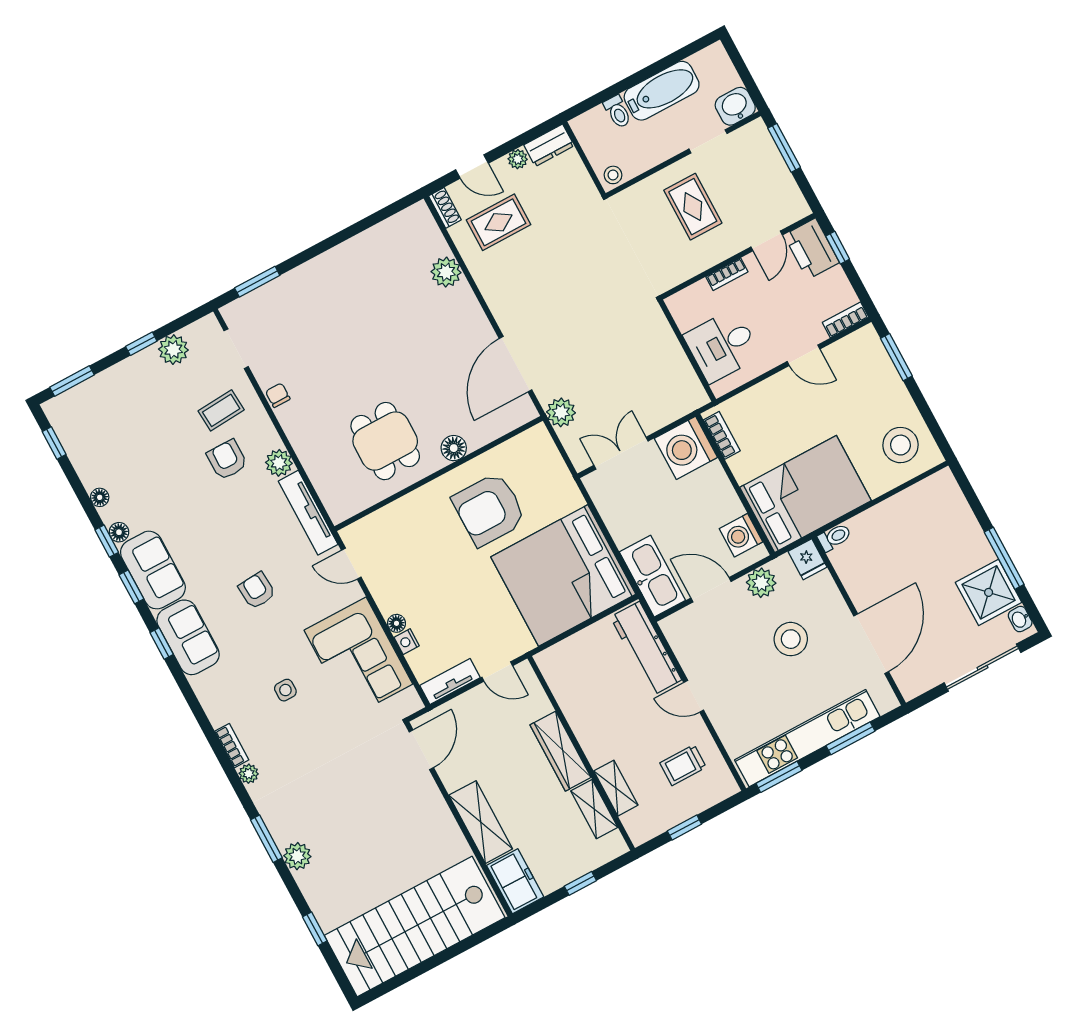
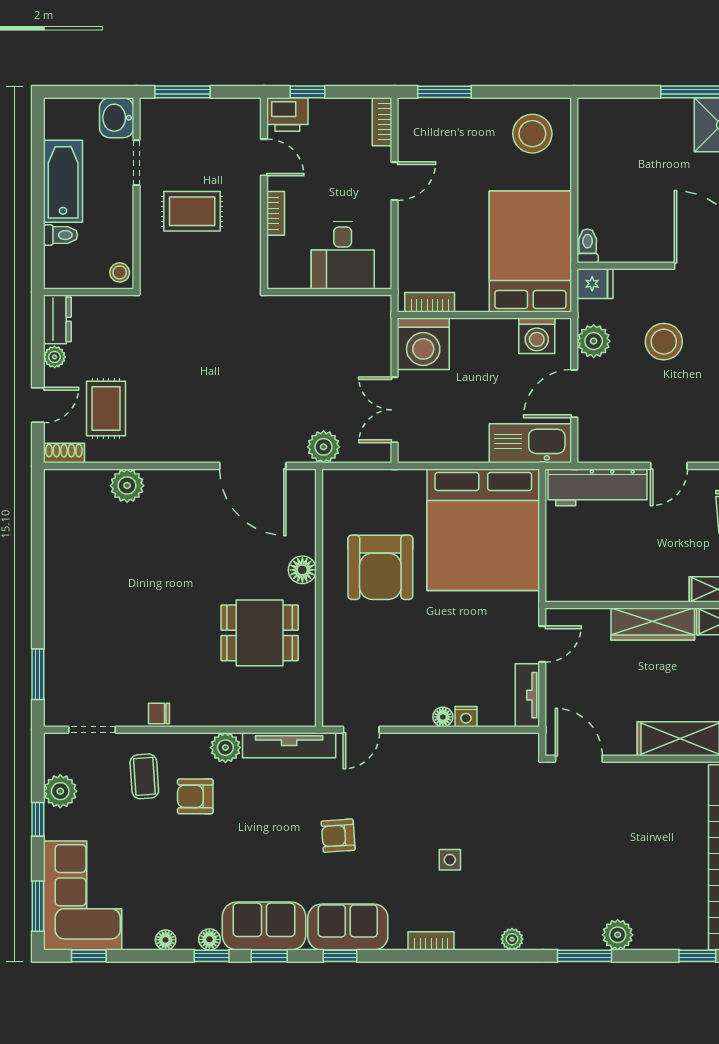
printer: (812, 249) -> (287, 115), width x0.73, depth x0.84
corner sofa: (358, 657) -> (83, 895), moved, turned -90
bookcase: (232, 746) -> (431, 941), moved

